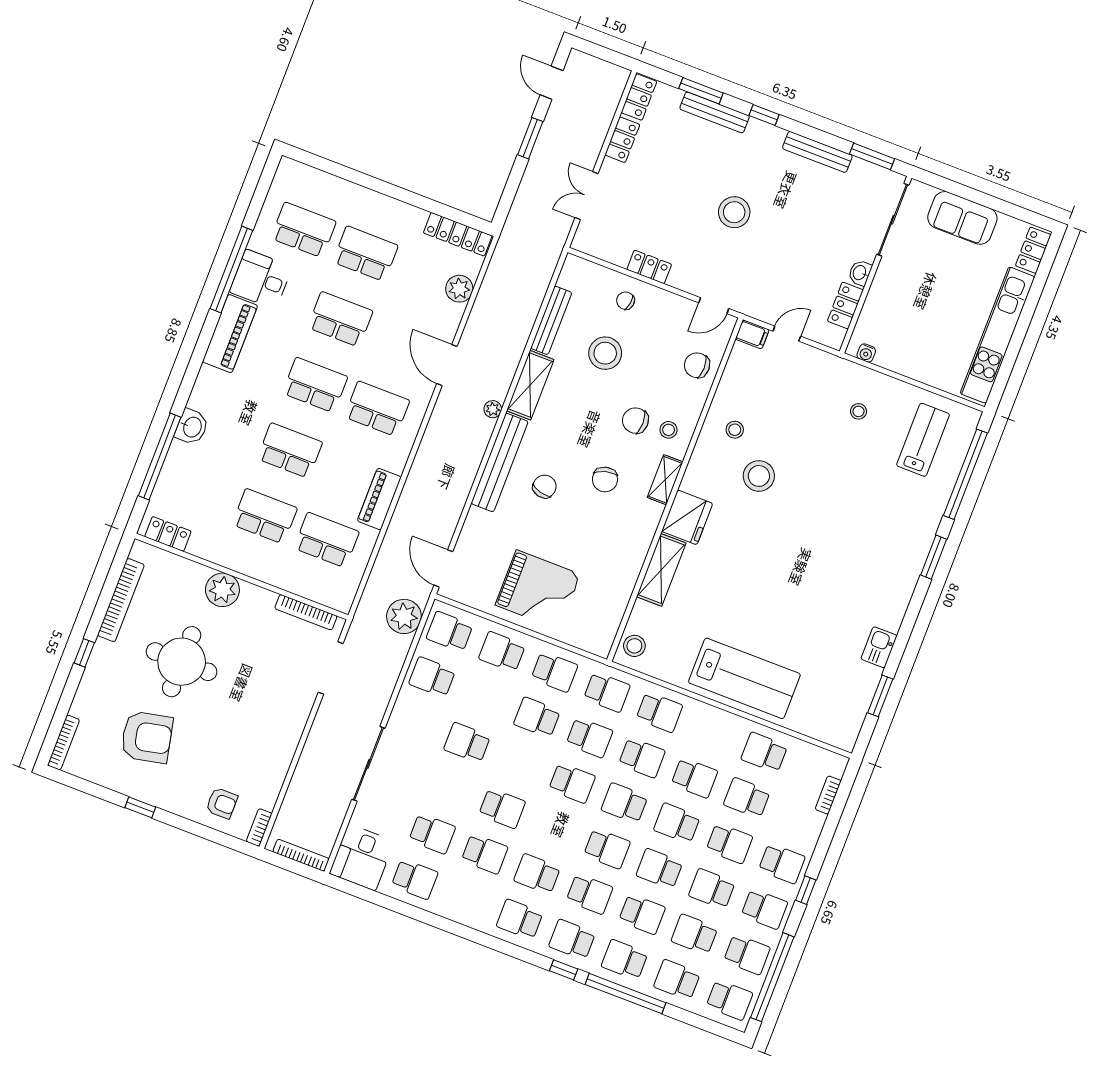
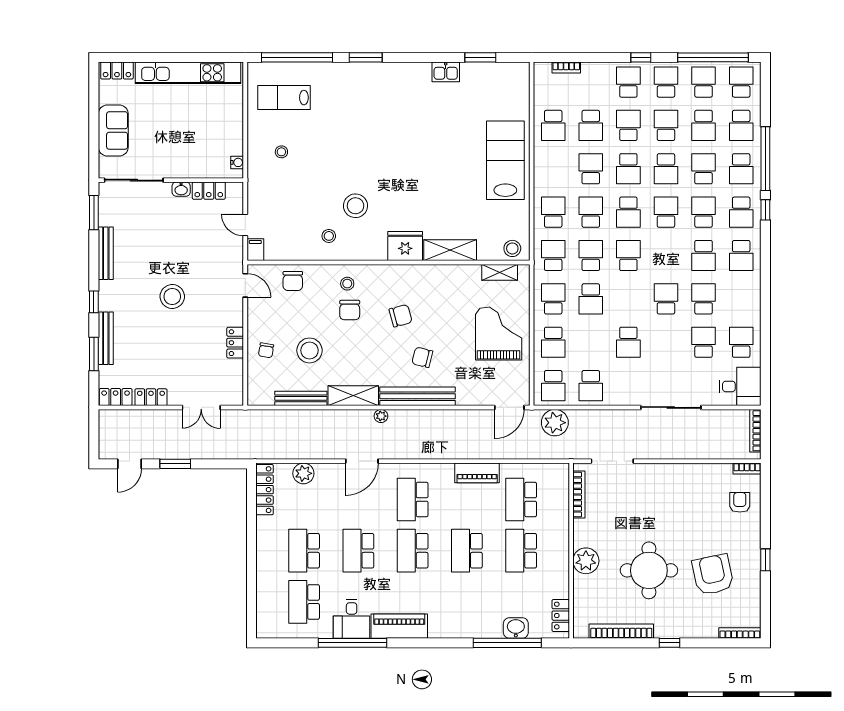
washbasin: (192, 427) -> (516, 628), moved
shelving: (665, 480) -> (500, 272), moved
school desk: (712, 889) -> (666, 125), turned 180

